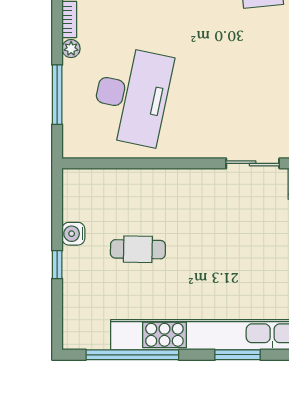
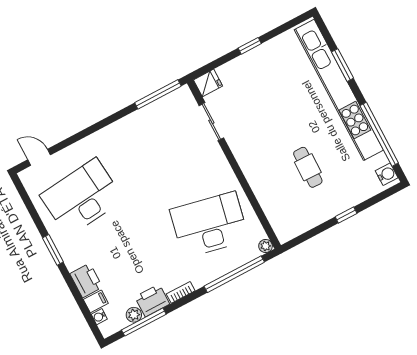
plant: (71, 49) -> (266, 246), moved
window: (57, 95) -> (234, 274), width x1.46
water cooler: (73, 234) -> (387, 174), moved, turned -90

